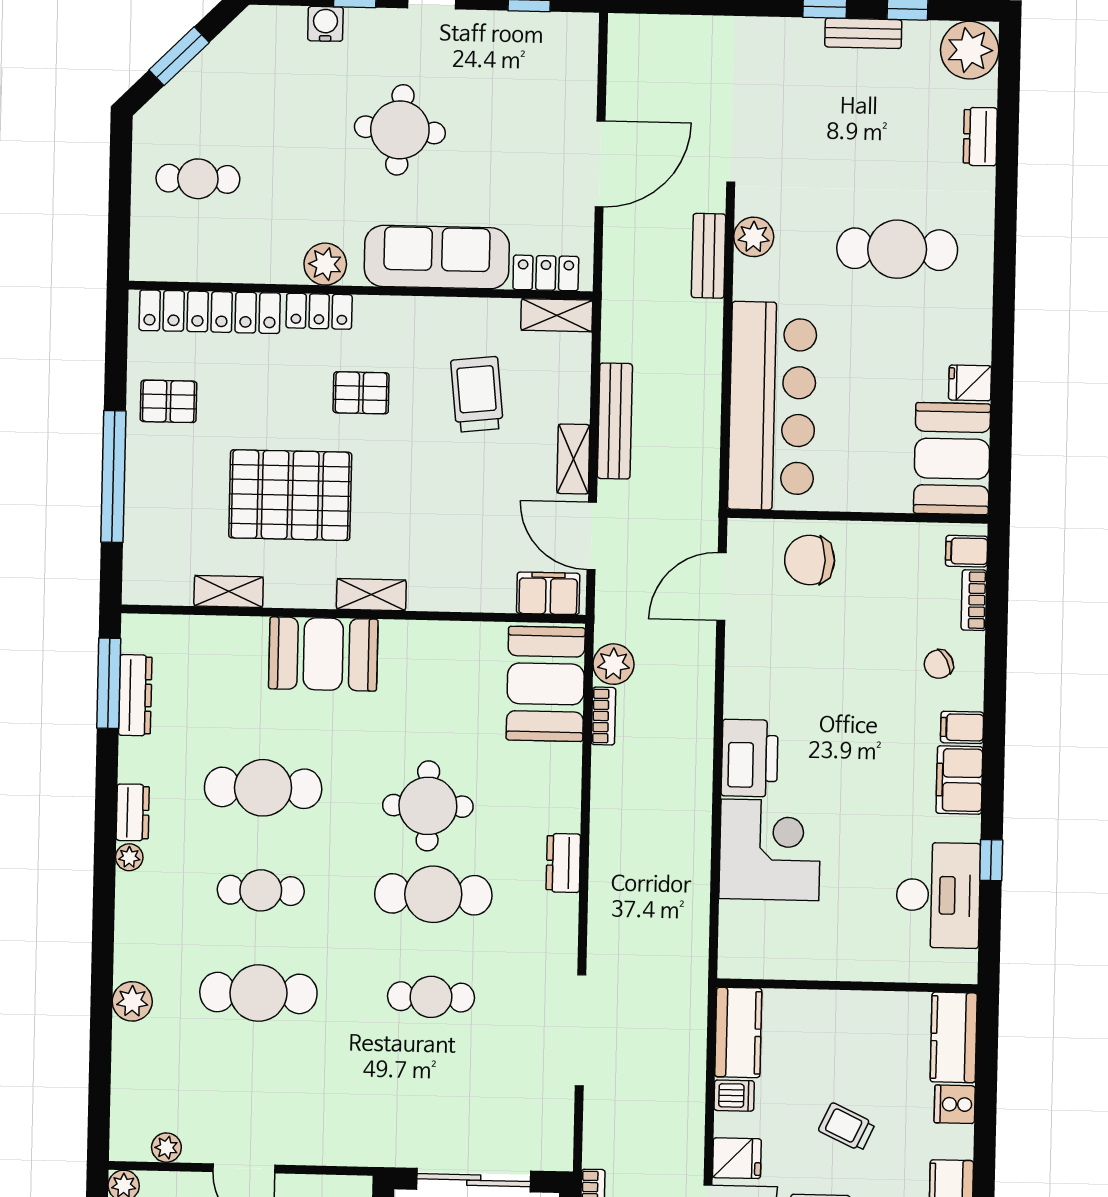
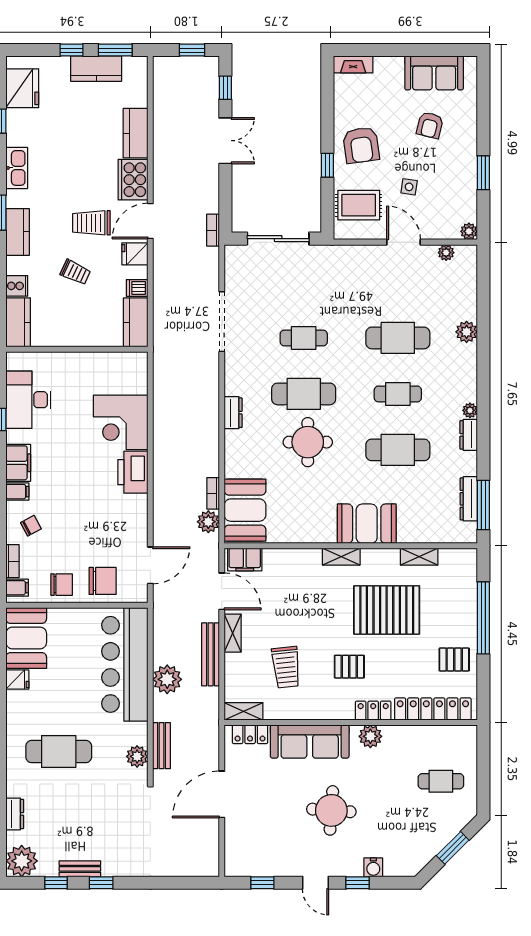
plant: (695, 377) -> (167, 679), added
chair: (885, 555) -> (62, 585), added

